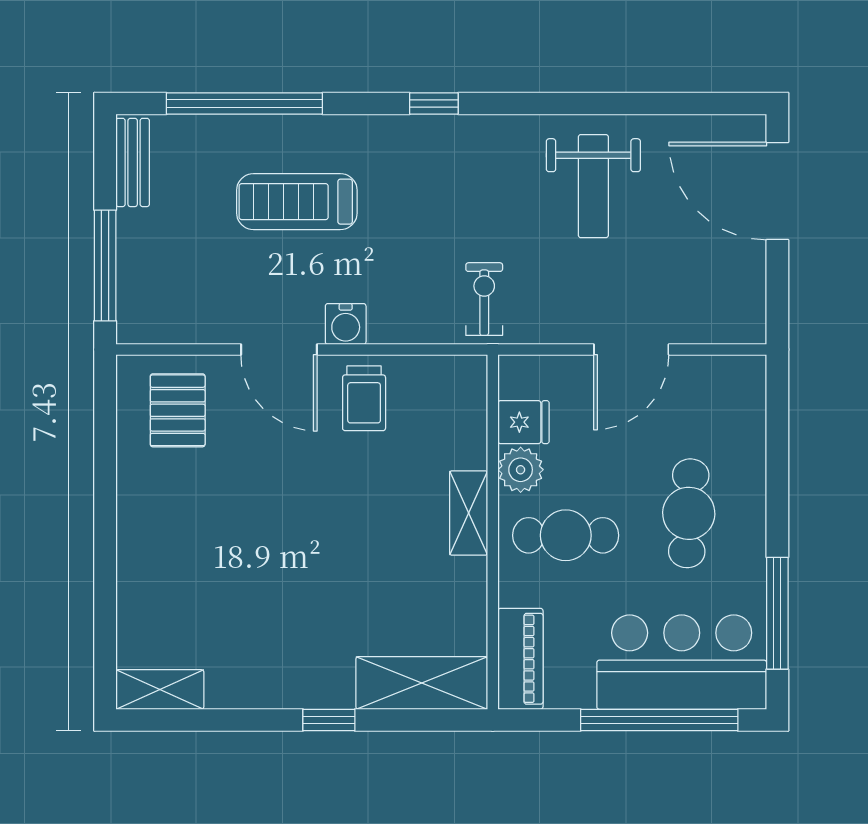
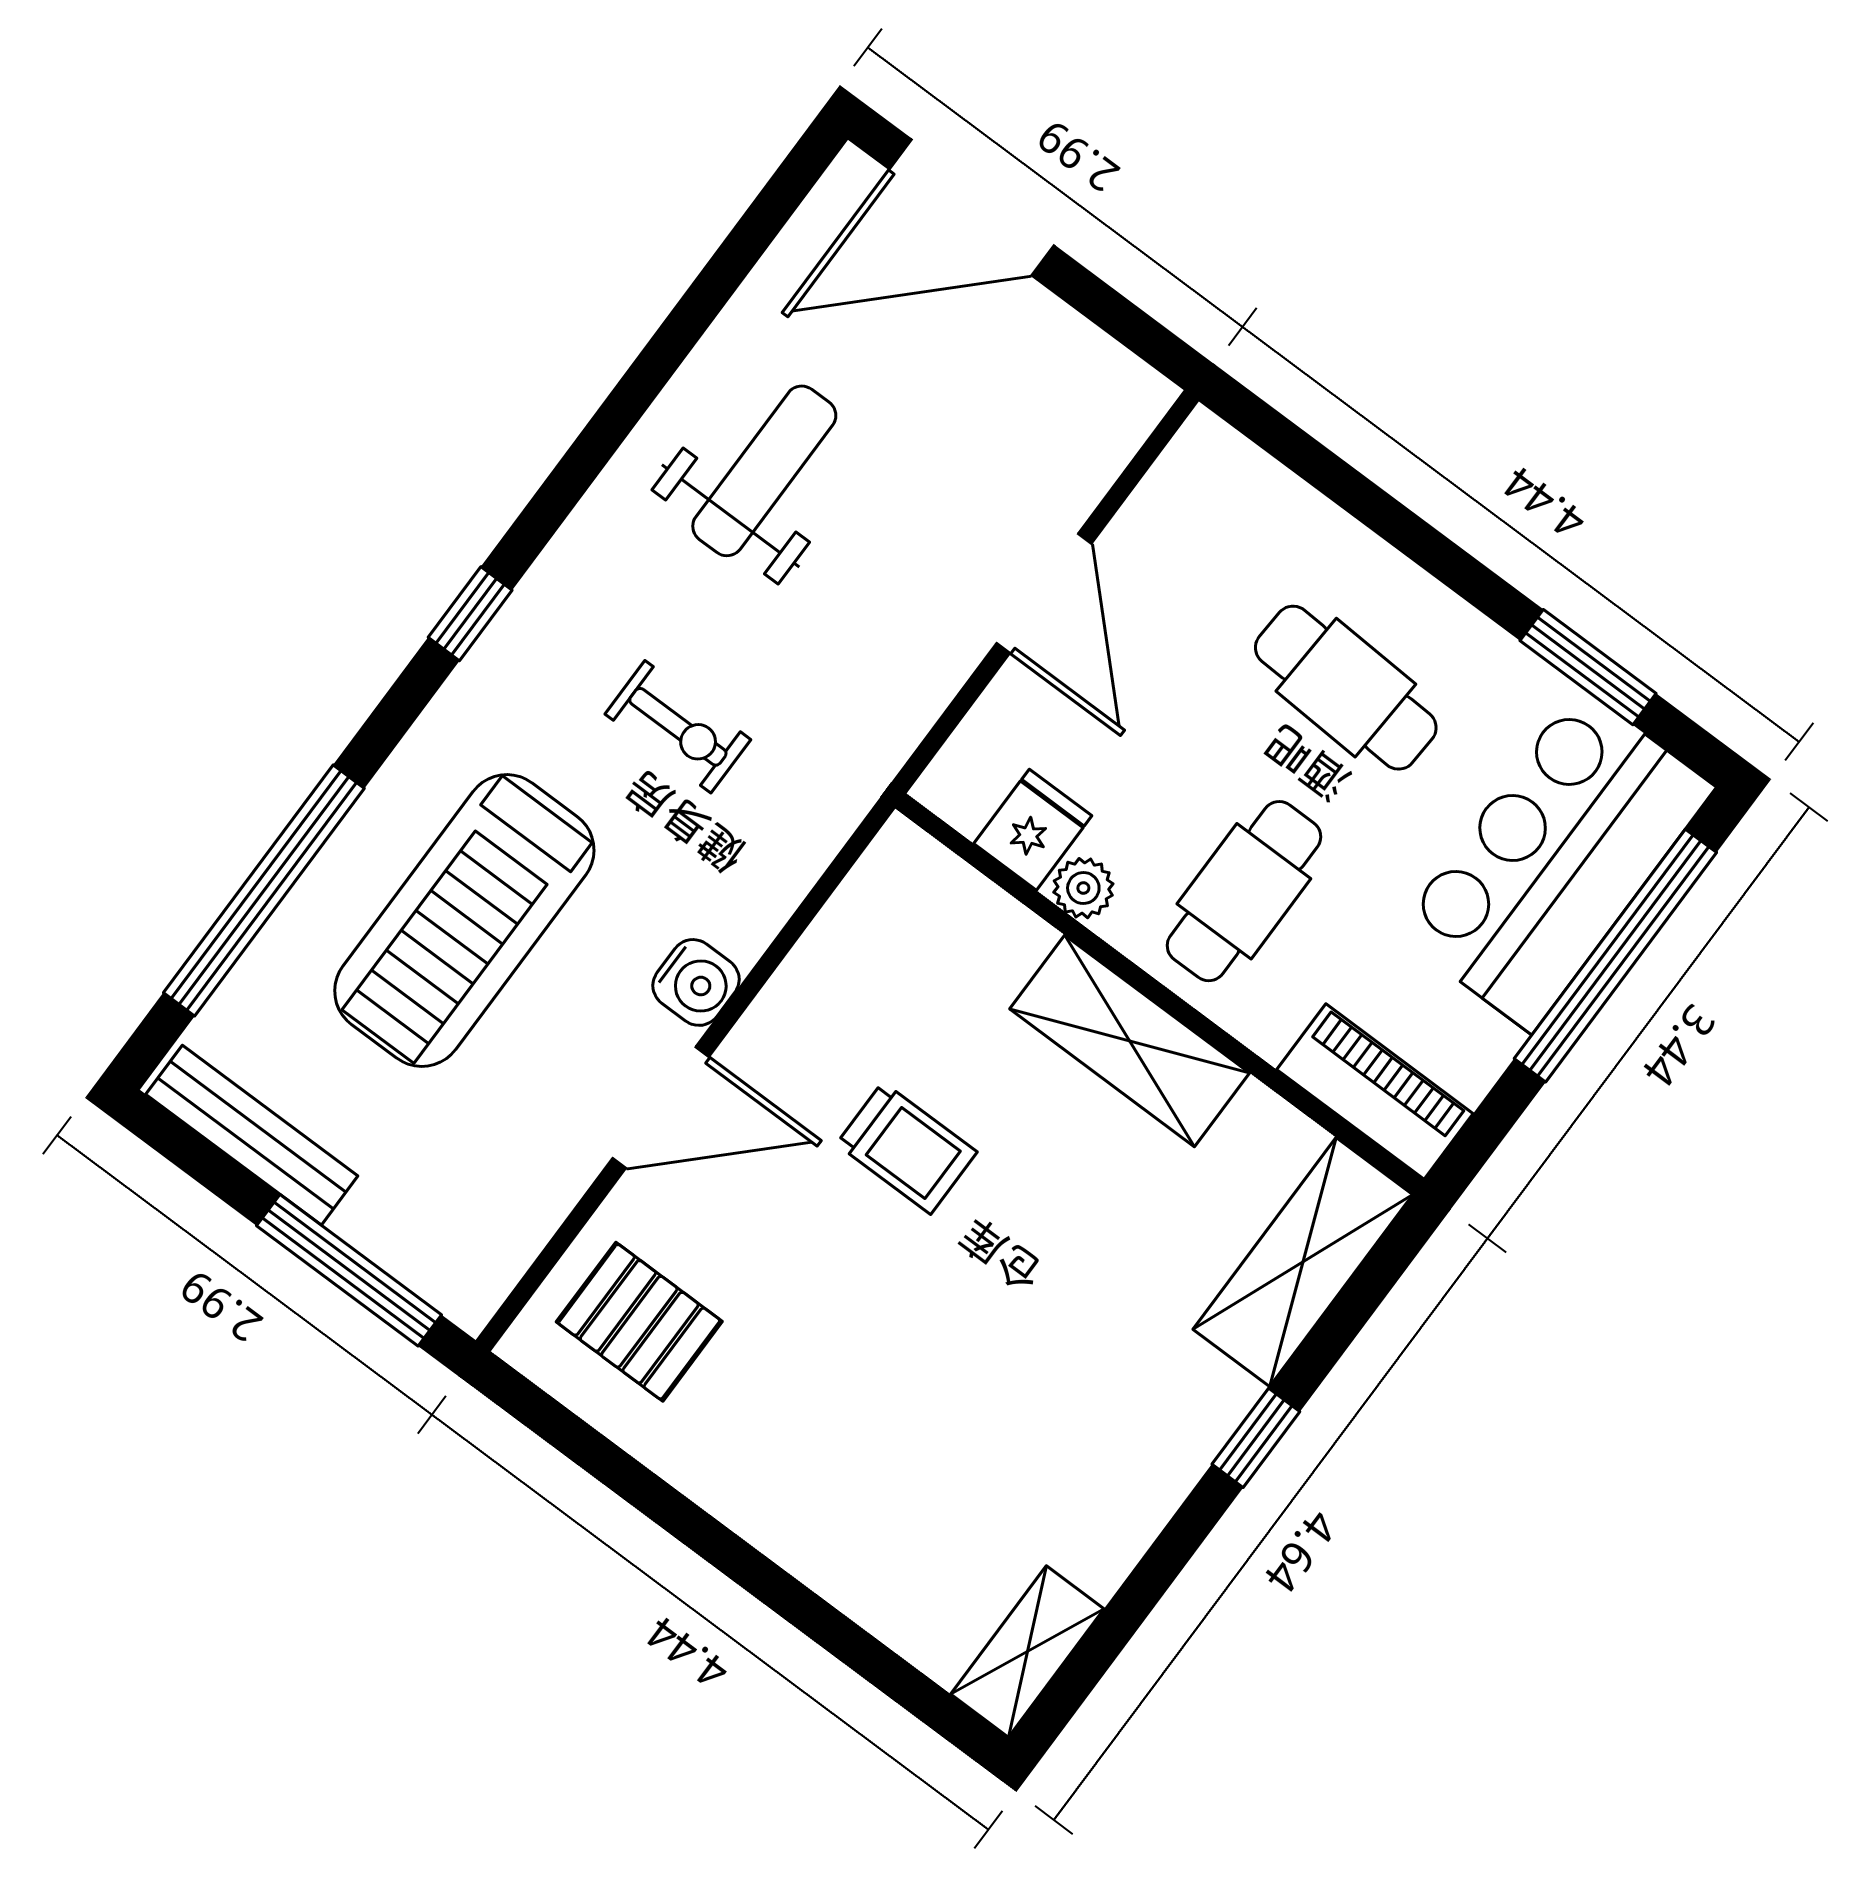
bench: (133, 162) -> (252, 1135), width x1.36
weight bench: (593, 186) -> (764, 471), turned -90
treadmill: (297, 202) -> (464, 920), width x1.37, depth x1.38
exercise bike: (484, 299) -> (678, 727), moved, turned 180
trolley: (364, 398) -> (907, 1148), moved
plant: (521, 470) -> (1083, 888), width x0.73, depth x0.73
shelving: (469, 513) -> (1130, 1041), width x1.50, depth x1.33
window: (777, 613) -> (1588, 667), width x0.69

